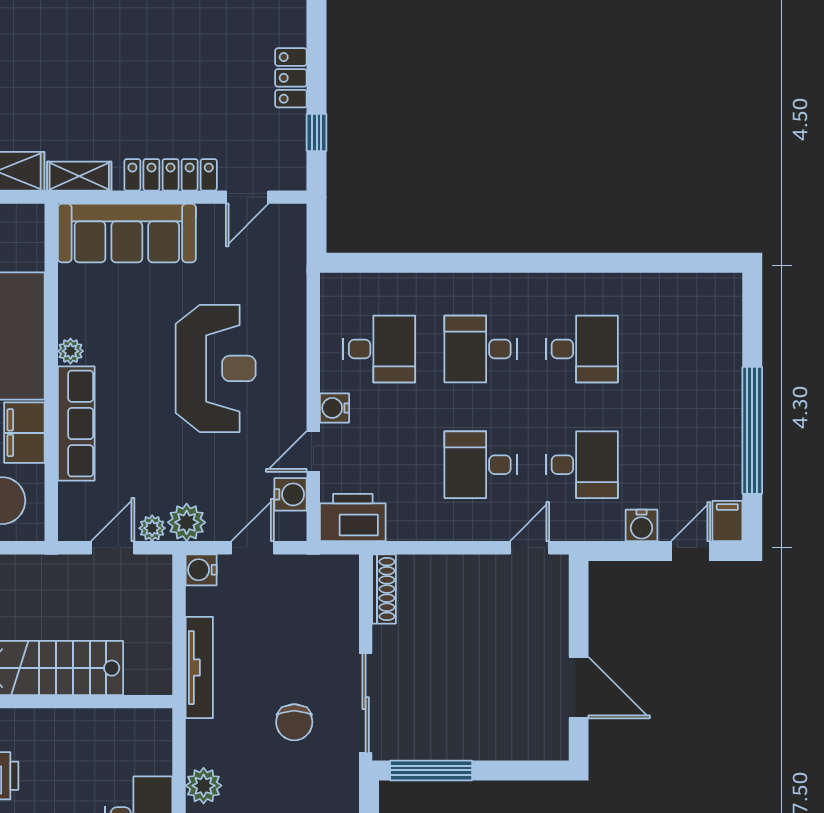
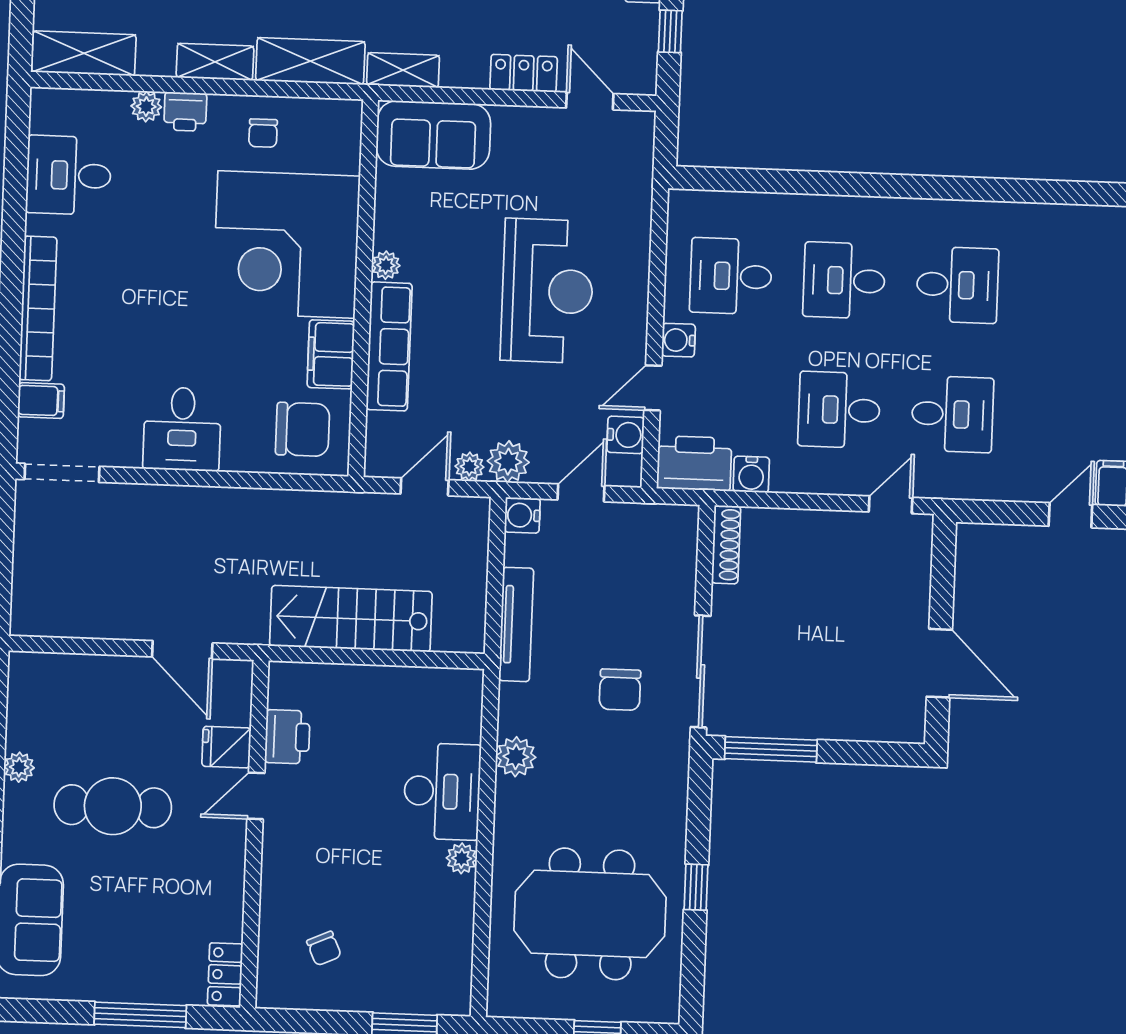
locker: (171, 175) -> (524, 73), width x0.66
door: (247, 197) -> (590, 101), swing flipped
sofa: (127, 233) -> (433, 135), width x0.73
desk: (379, 349) -> (731, 276), turned 180
water cooler: (641, 525) -> (751, 474), moved

